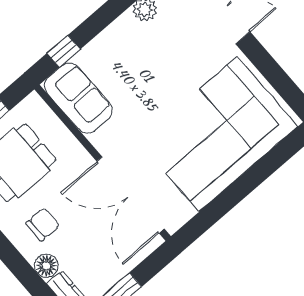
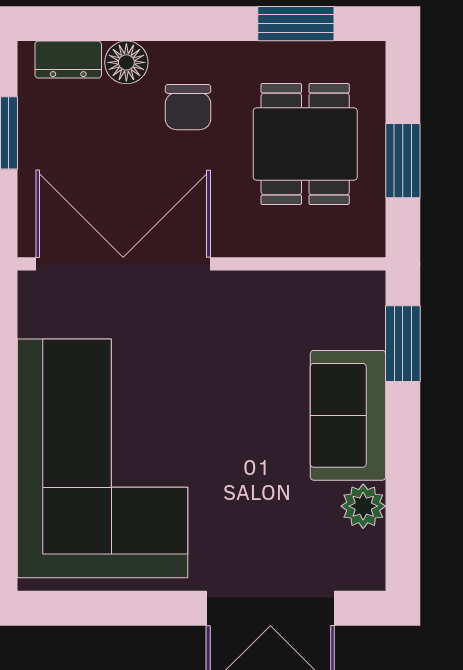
window: (64, 51) -> (403, 344), width x1.50
sofa: (78, 98) -> (348, 415), moved, turned 90

